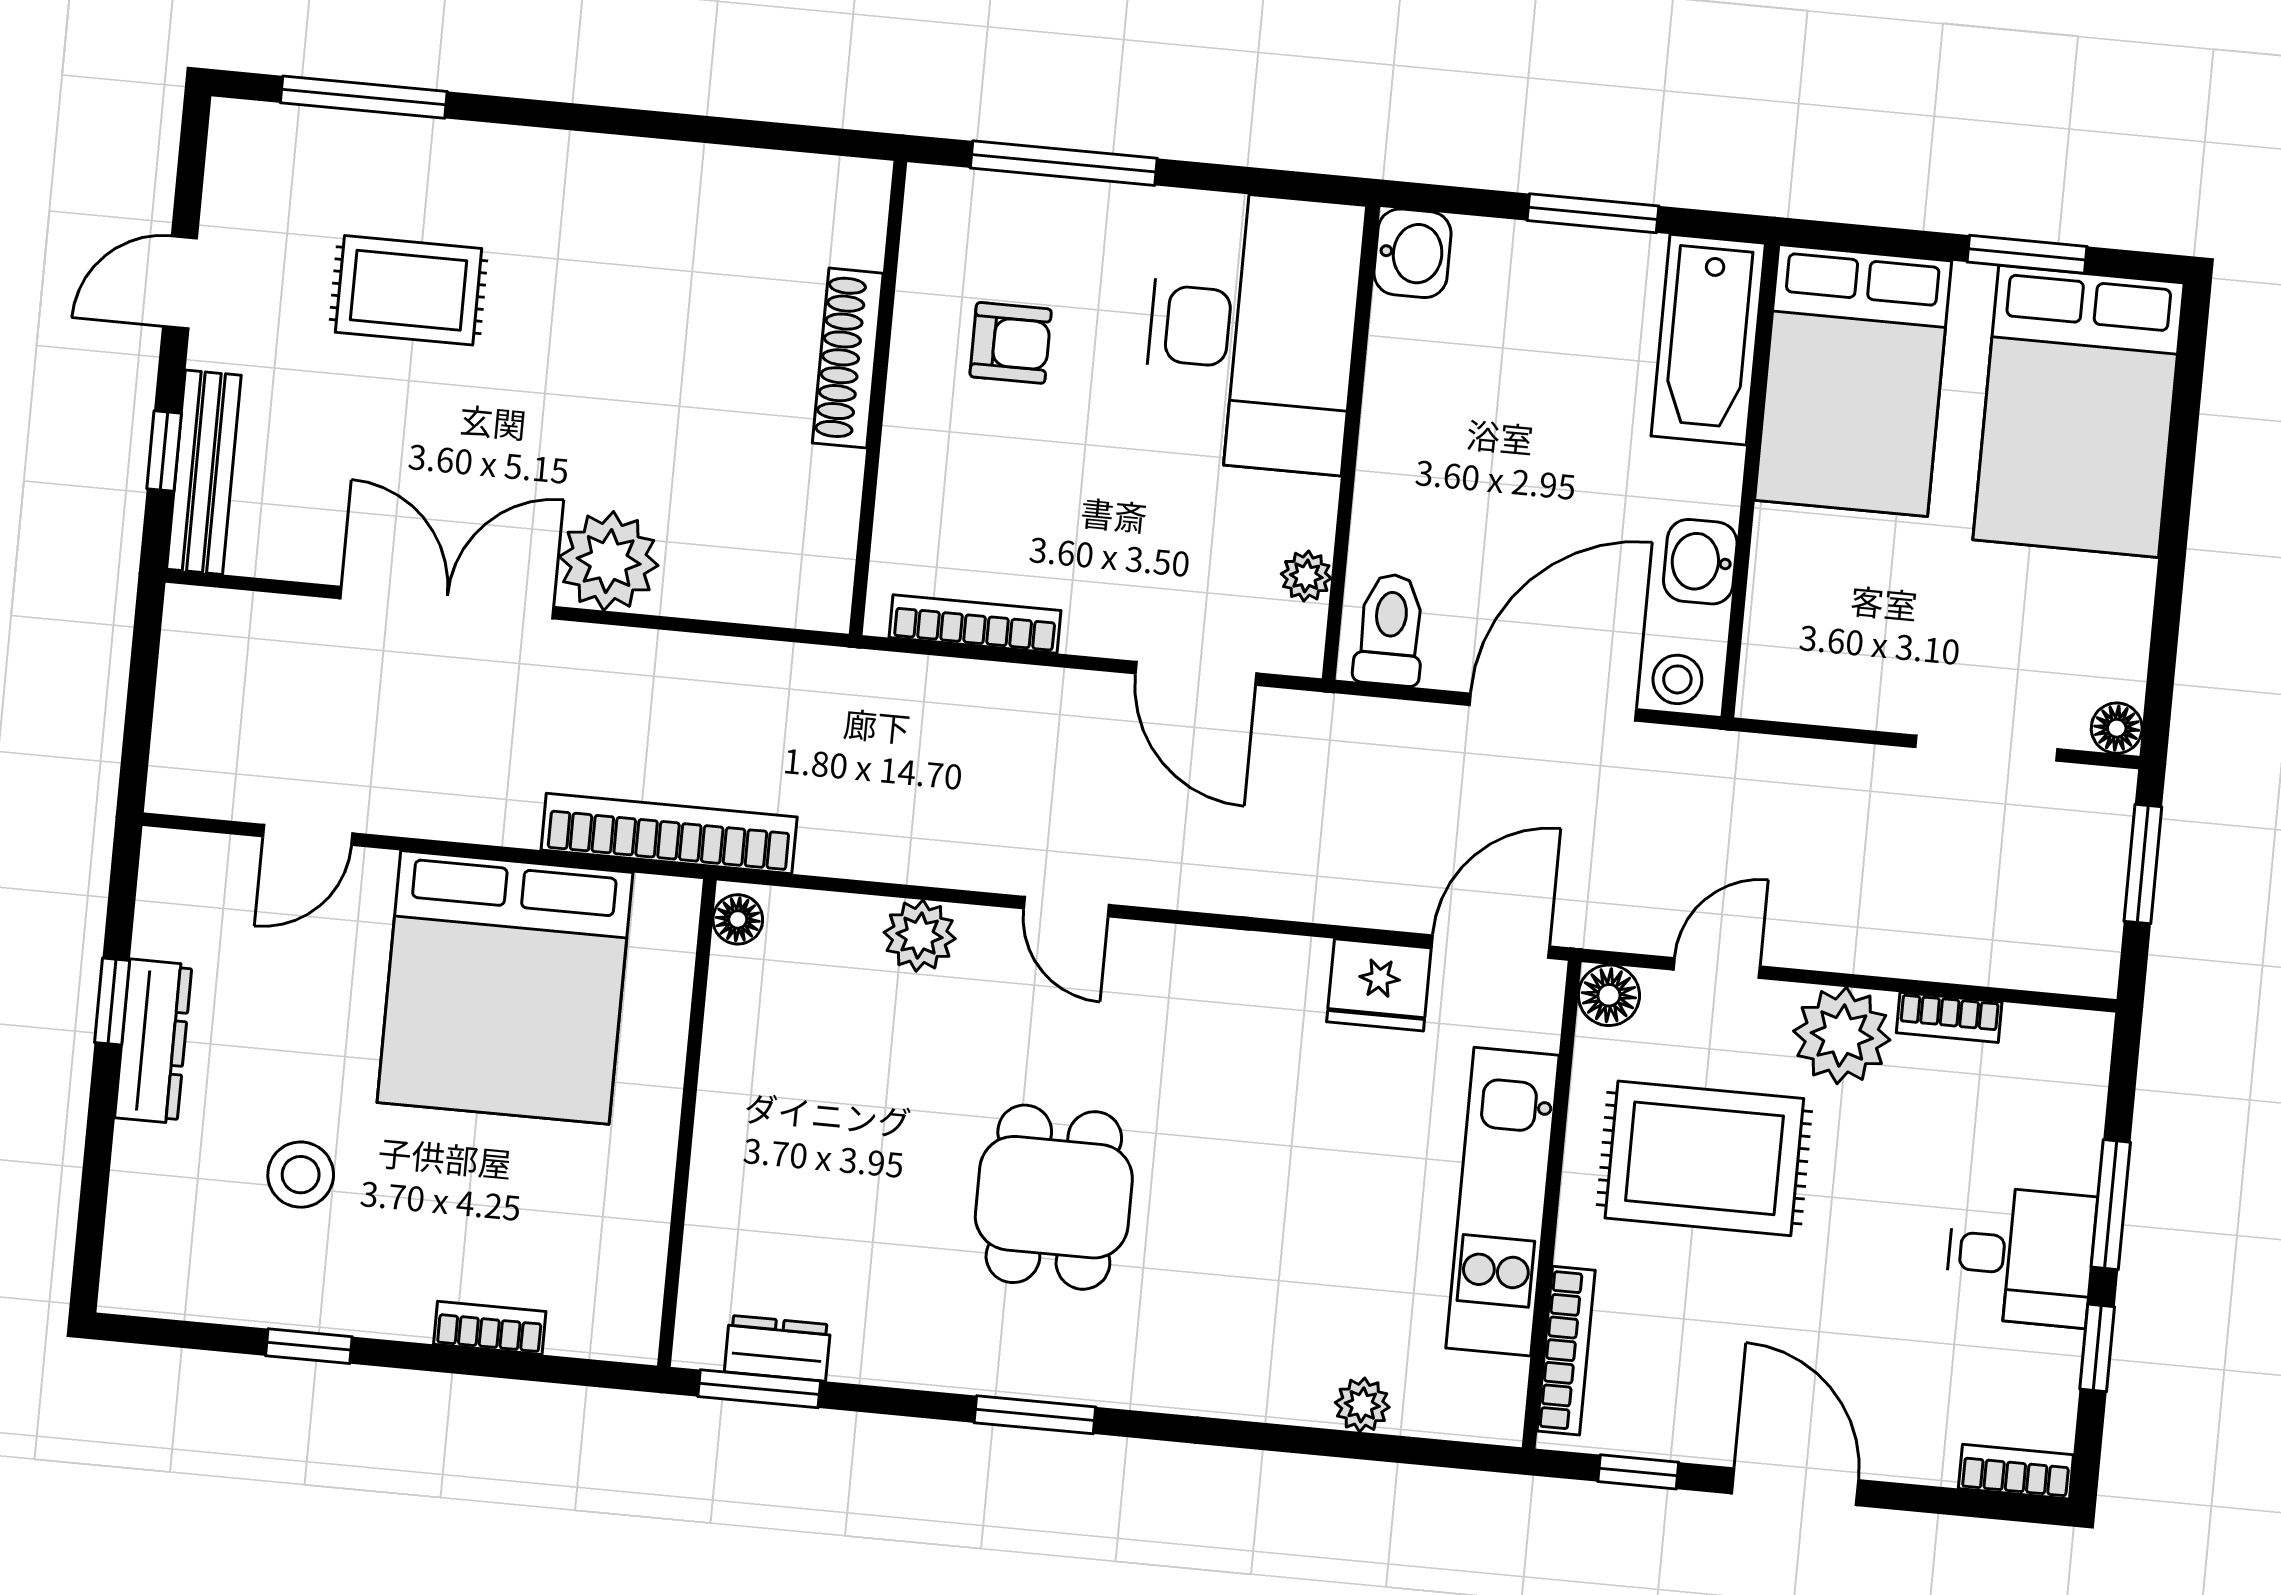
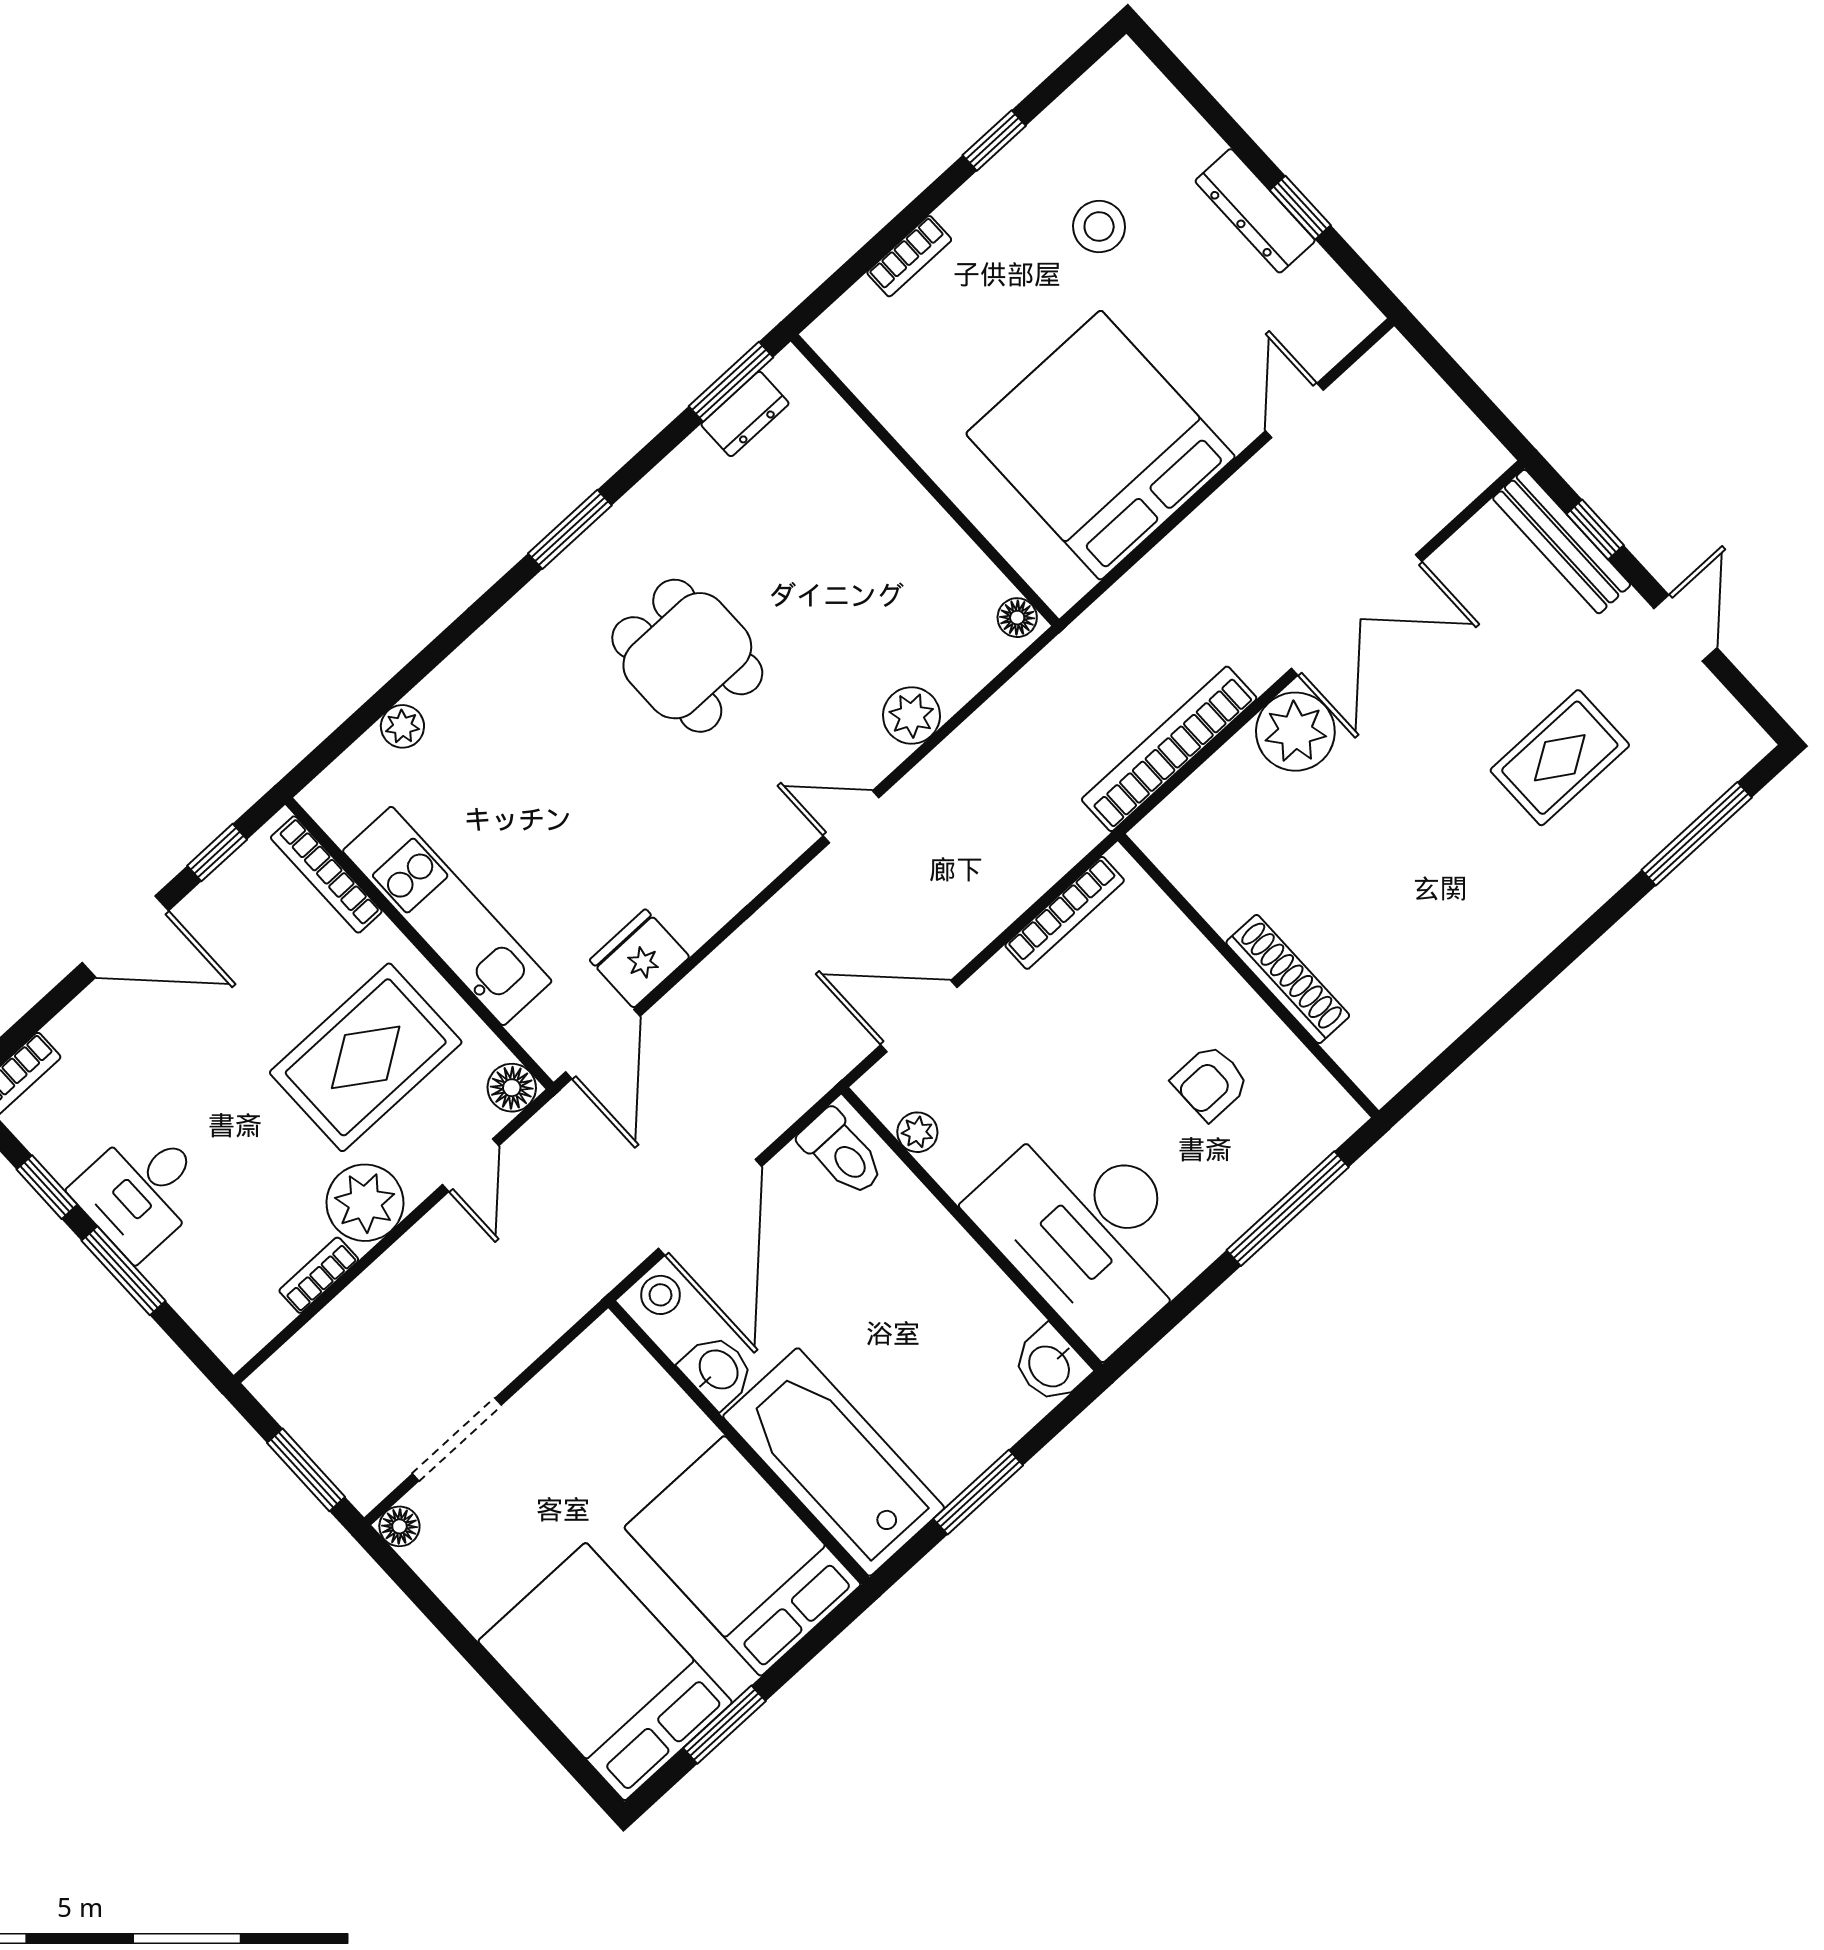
bathtub: (1708, 340) -> (834, 1462), width x1.36, depth x1.36
bookcase: (669, 833) -> (1169, 749), moved, turned 180

